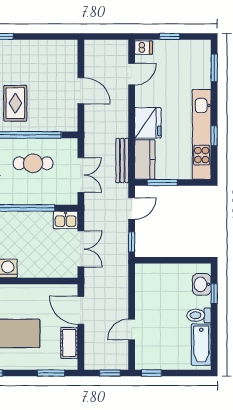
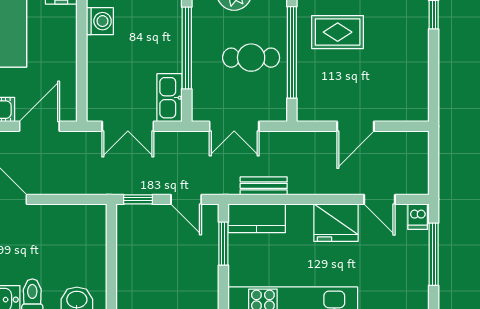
window: (170, 36) -> (434, 254), width x2.17
fridge: (148, 123) -> (336, 223), moved
bench: (122, 160) -> (264, 186), width x0.73
cafe table: (33, 163) -> (251, 58), turned 90
kitchen sink: (66, 220) -> (170, 98), width x1.38

